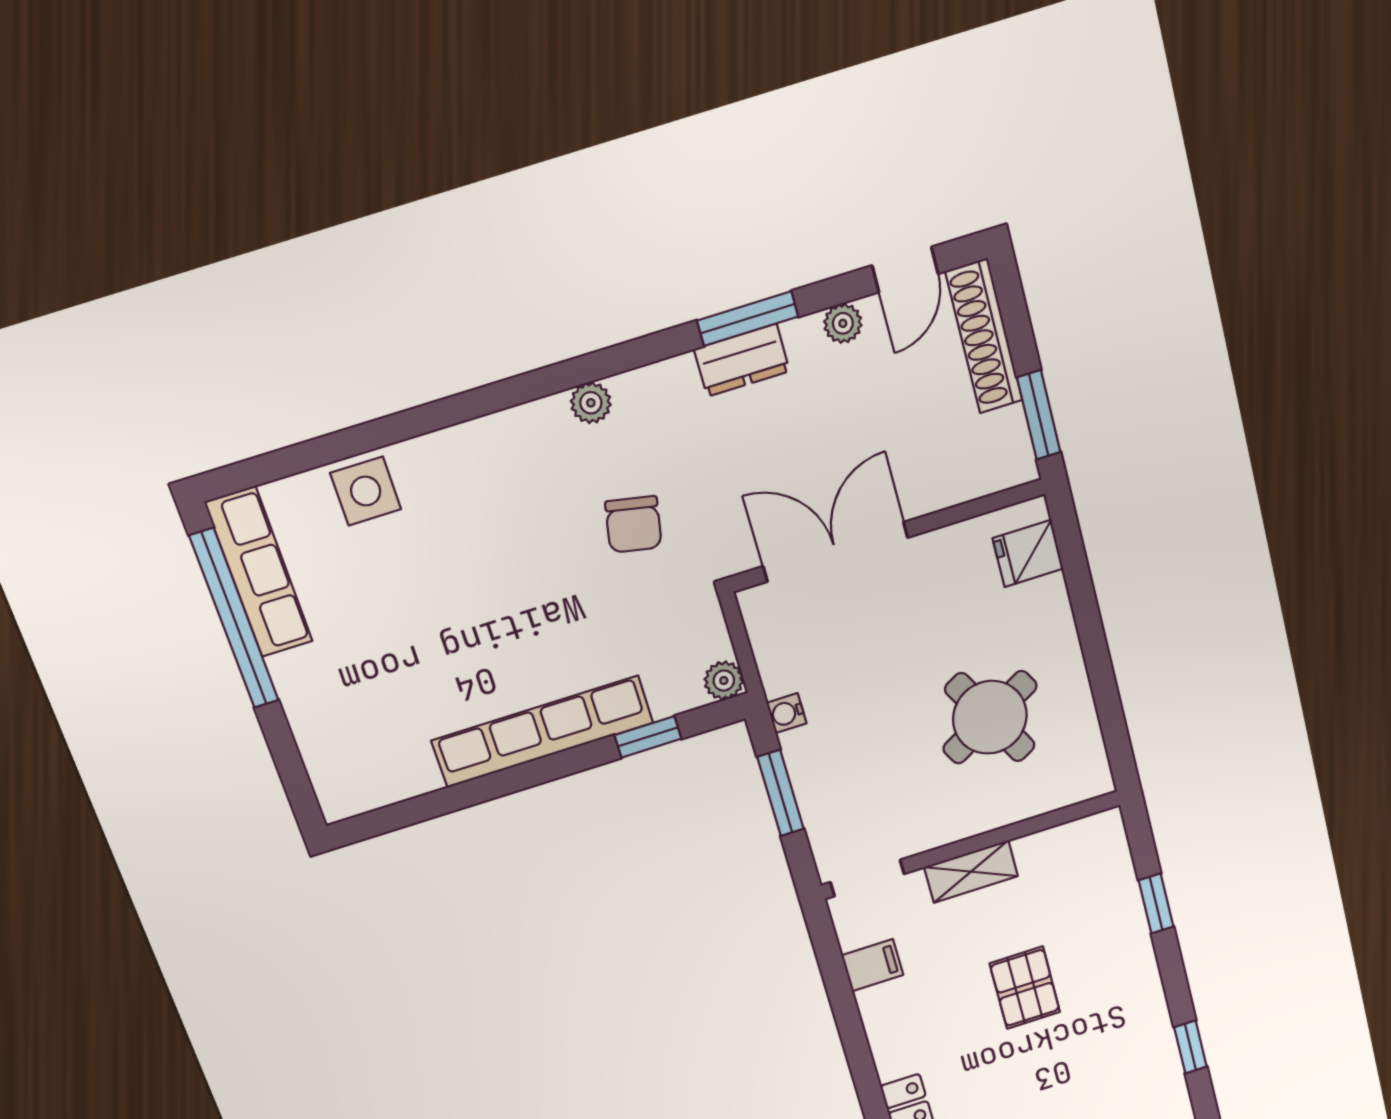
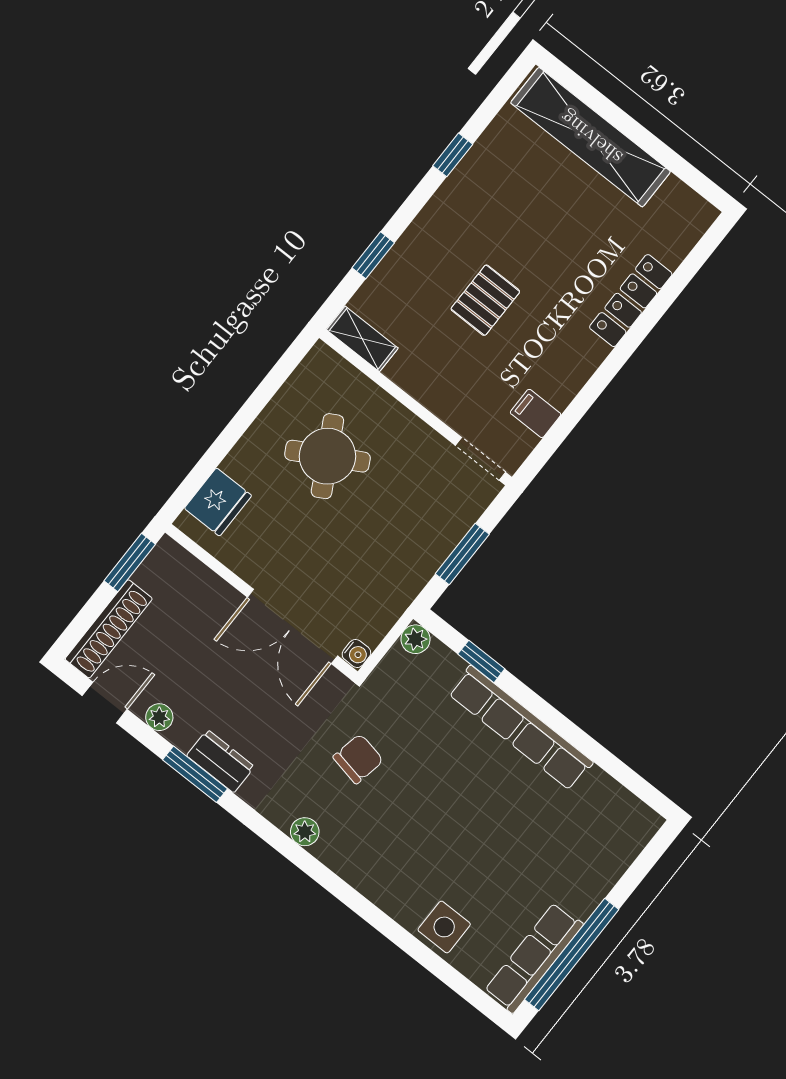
fridge: (1028, 553) -> (218, 502), width x1.38
water cooler: (786, 713) -> (356, 653), moved
shelving: (971, 872) -> (362, 339), moved

